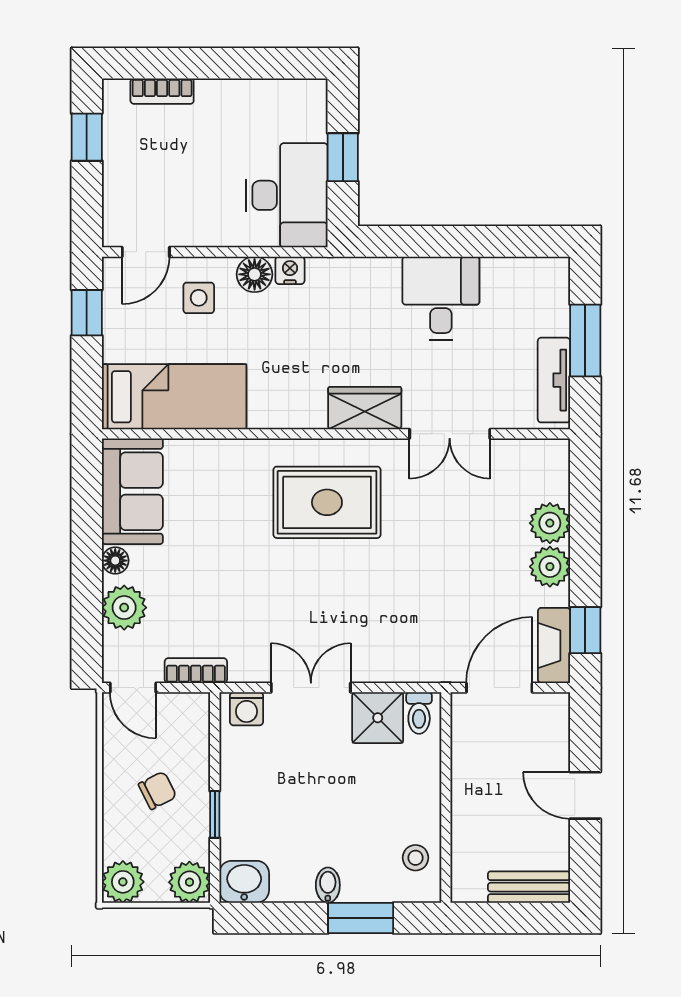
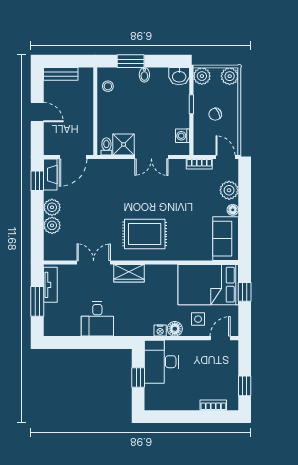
window: (87, 313) -> (245, 292), moved
bed: (174, 397) -> (208, 285), width x1.50
washing machine: (247, 709) -> (183, 136), moved, turned -90

